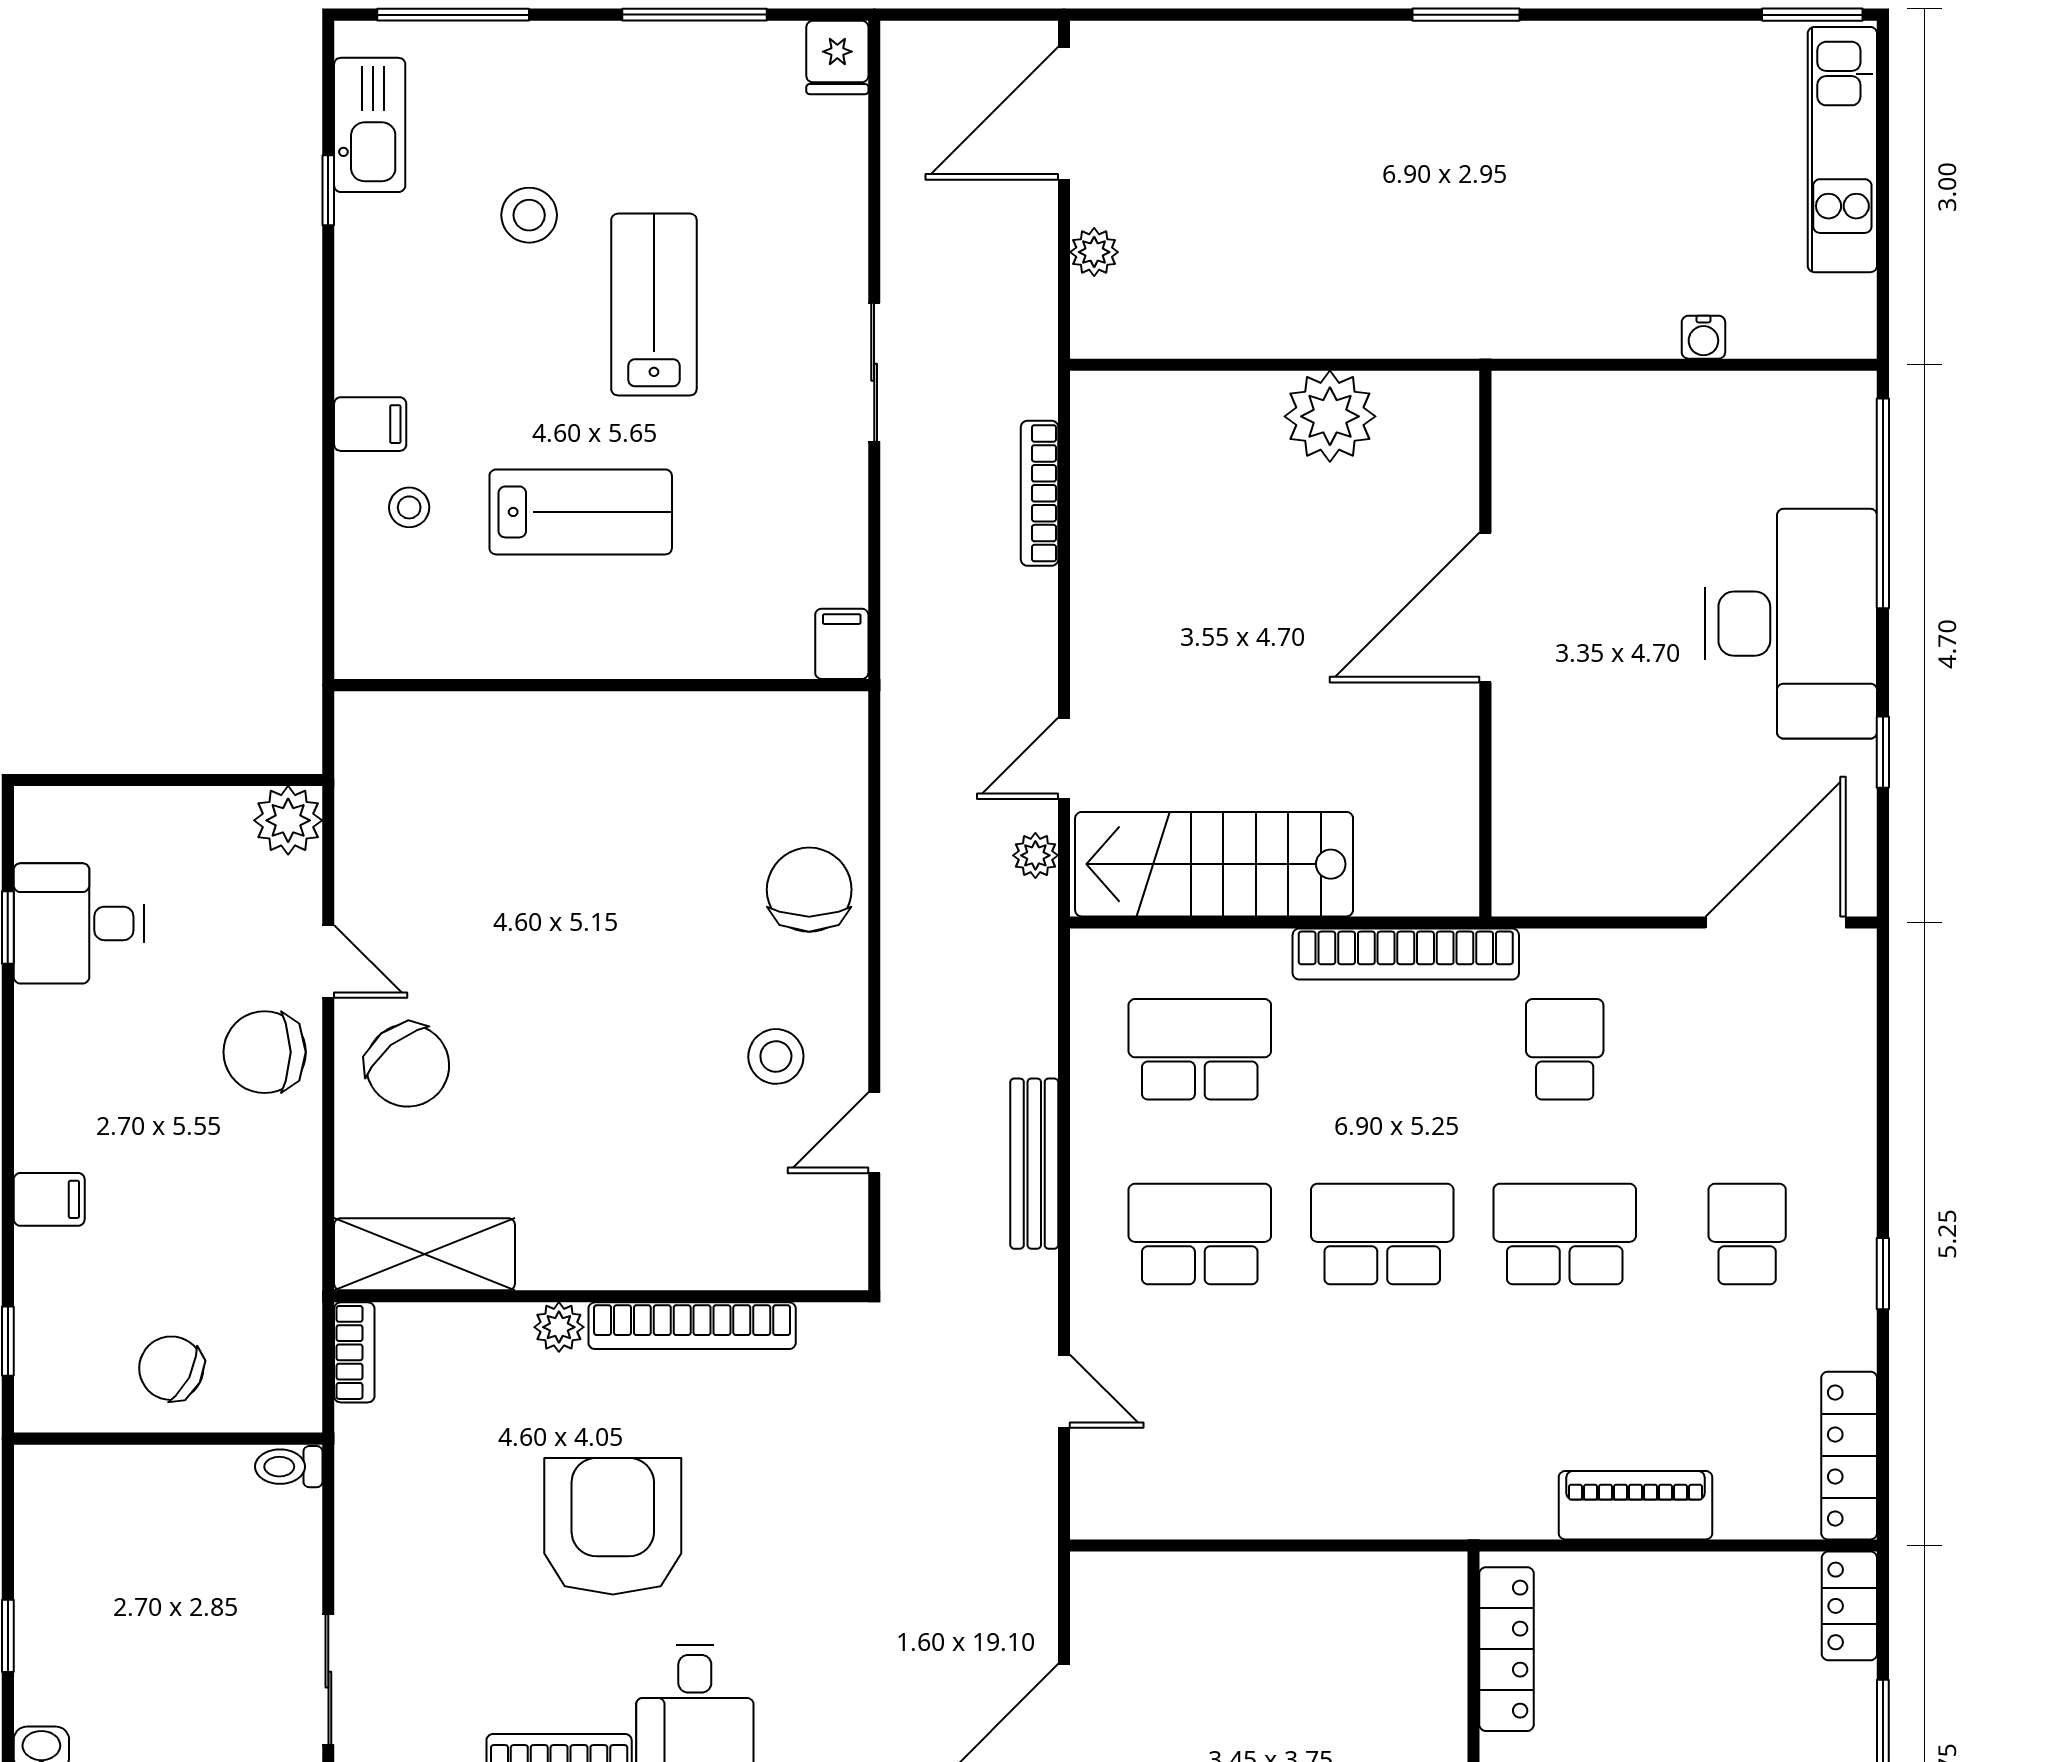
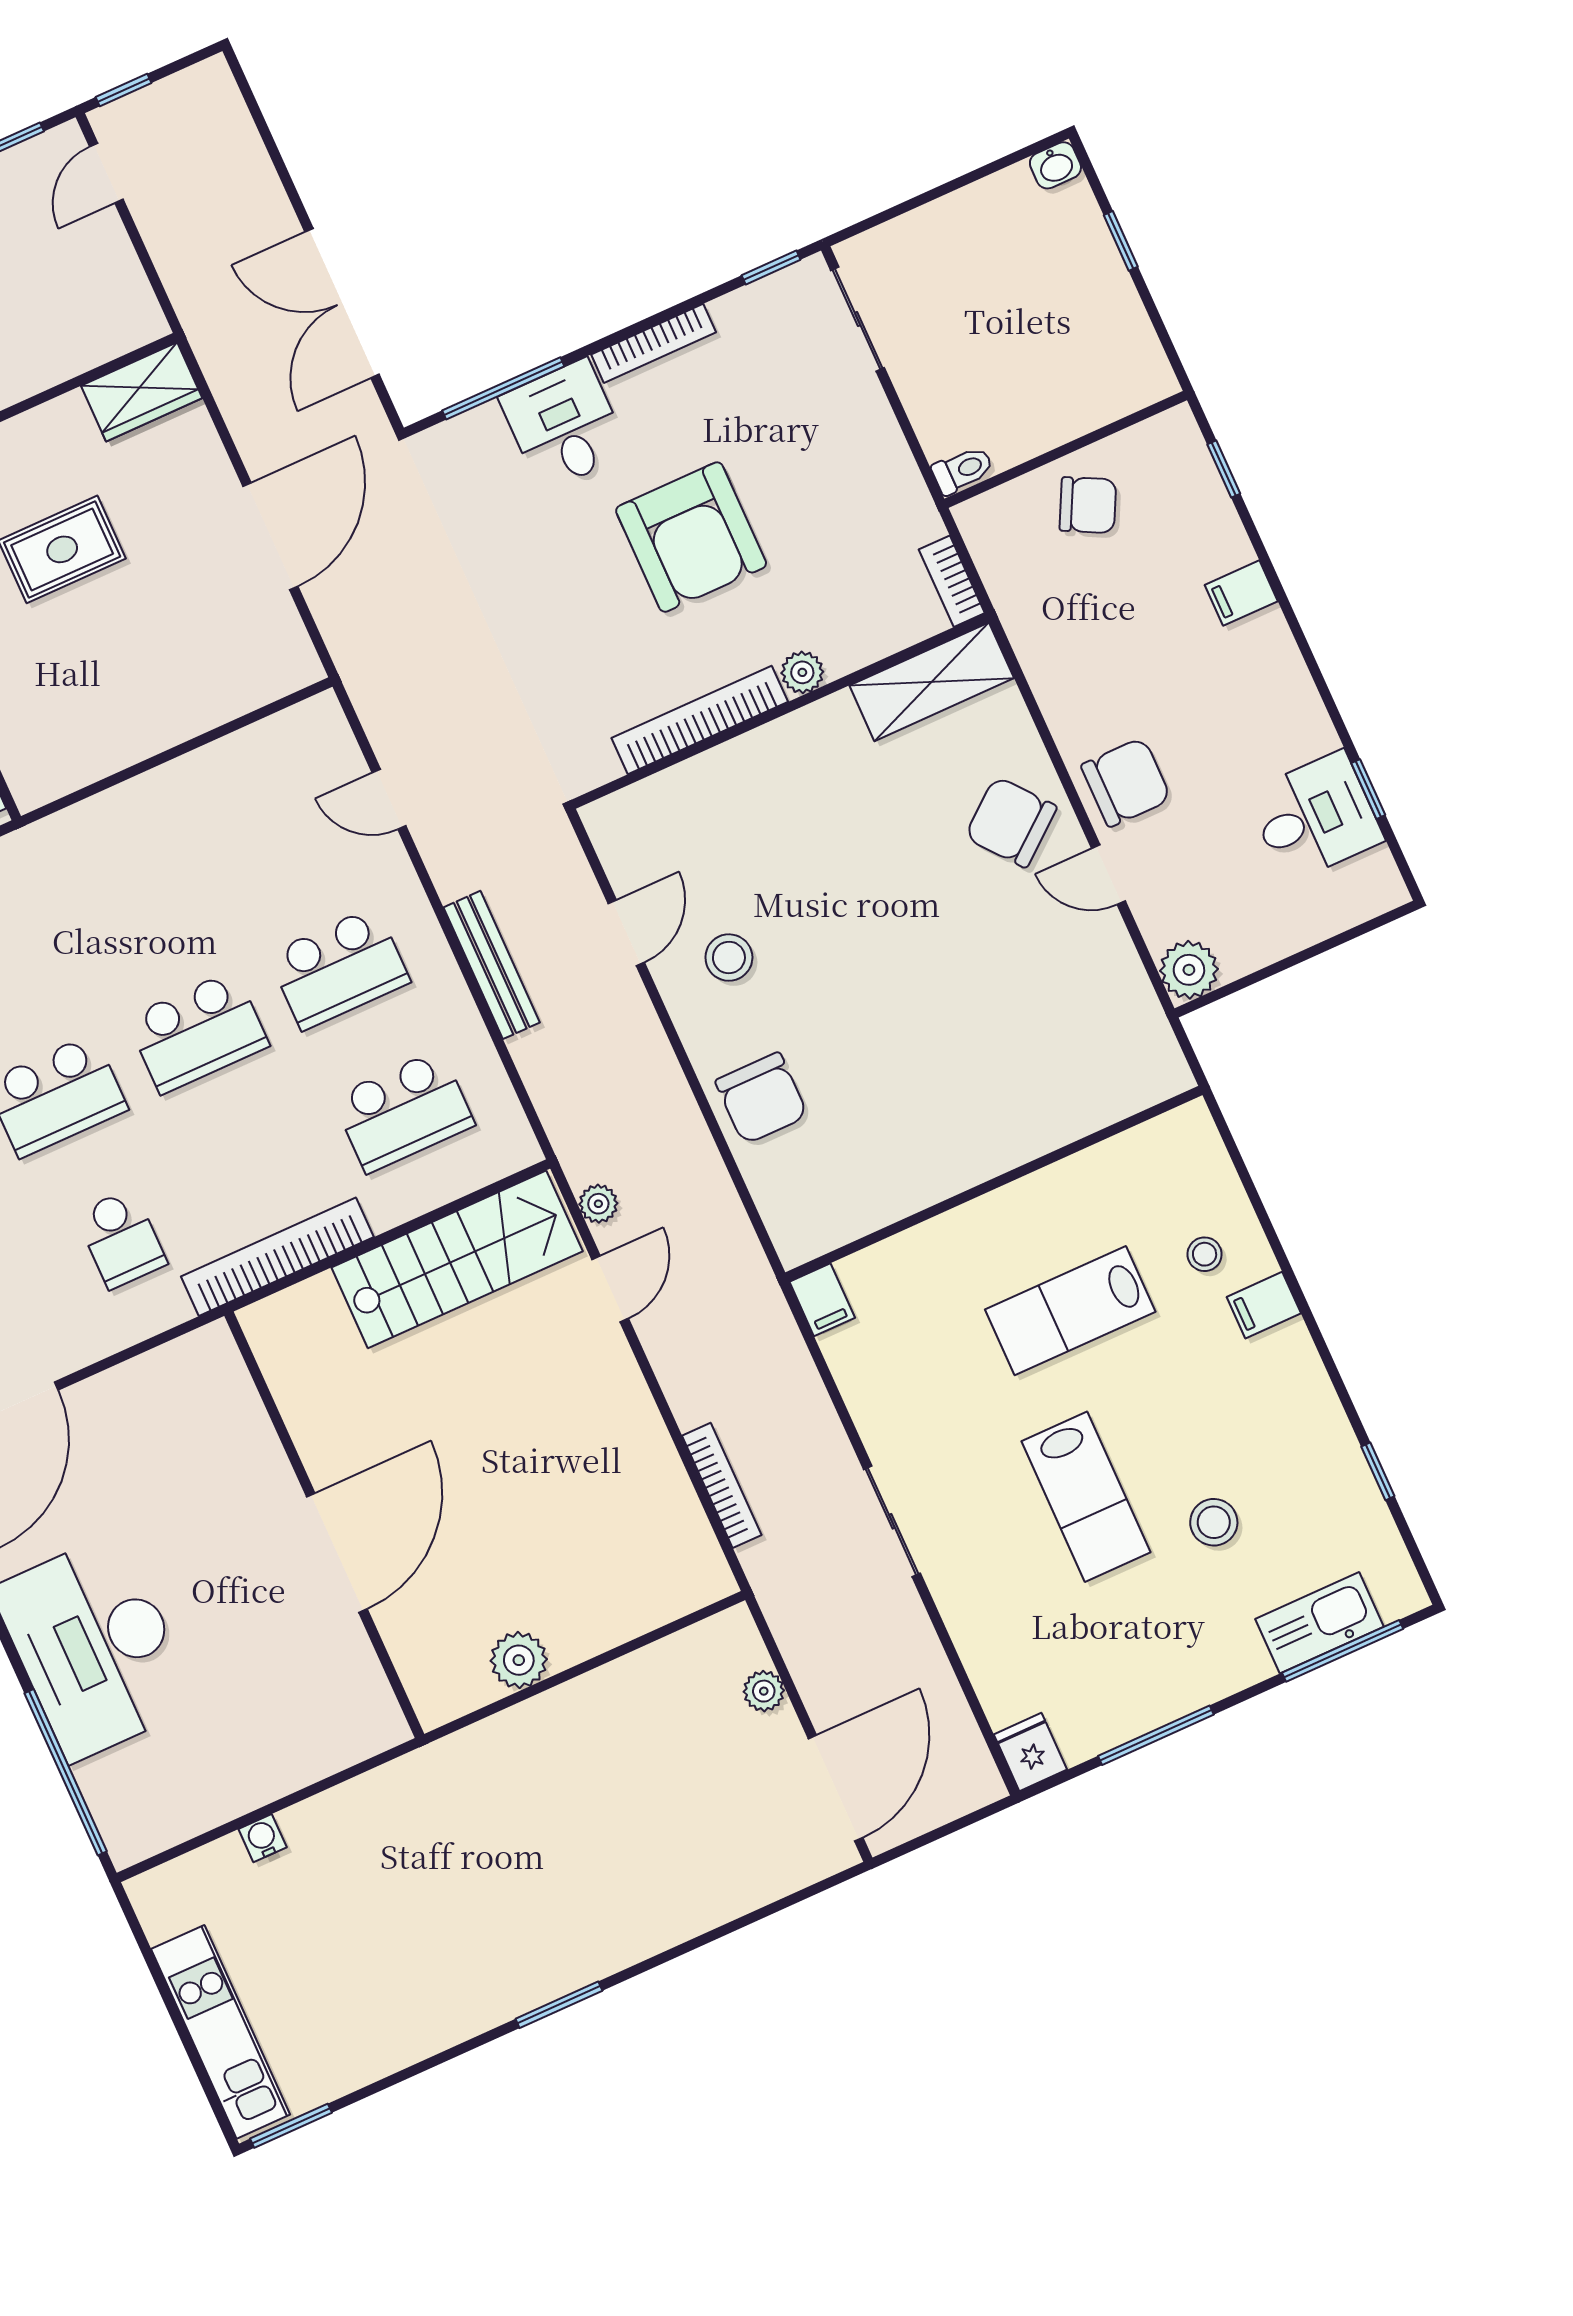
kitchen sink: (370, 125) -> (1319, 1623), moved, turned 90
plant: (1330, 416) -> (519, 1660), width x0.73, depth x0.73

